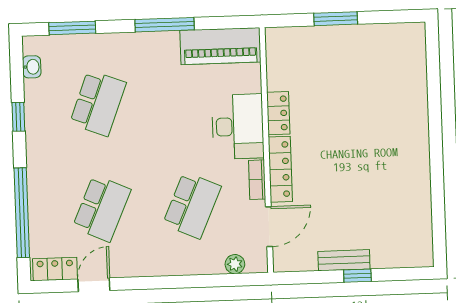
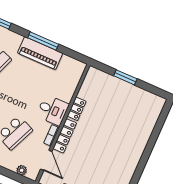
piano: (220, 46) -> (40, 53), moved
desk: (238, 127) -> (53, 110), width x0.73
door: (269, 227) -> (46, 160), hinge flipped

